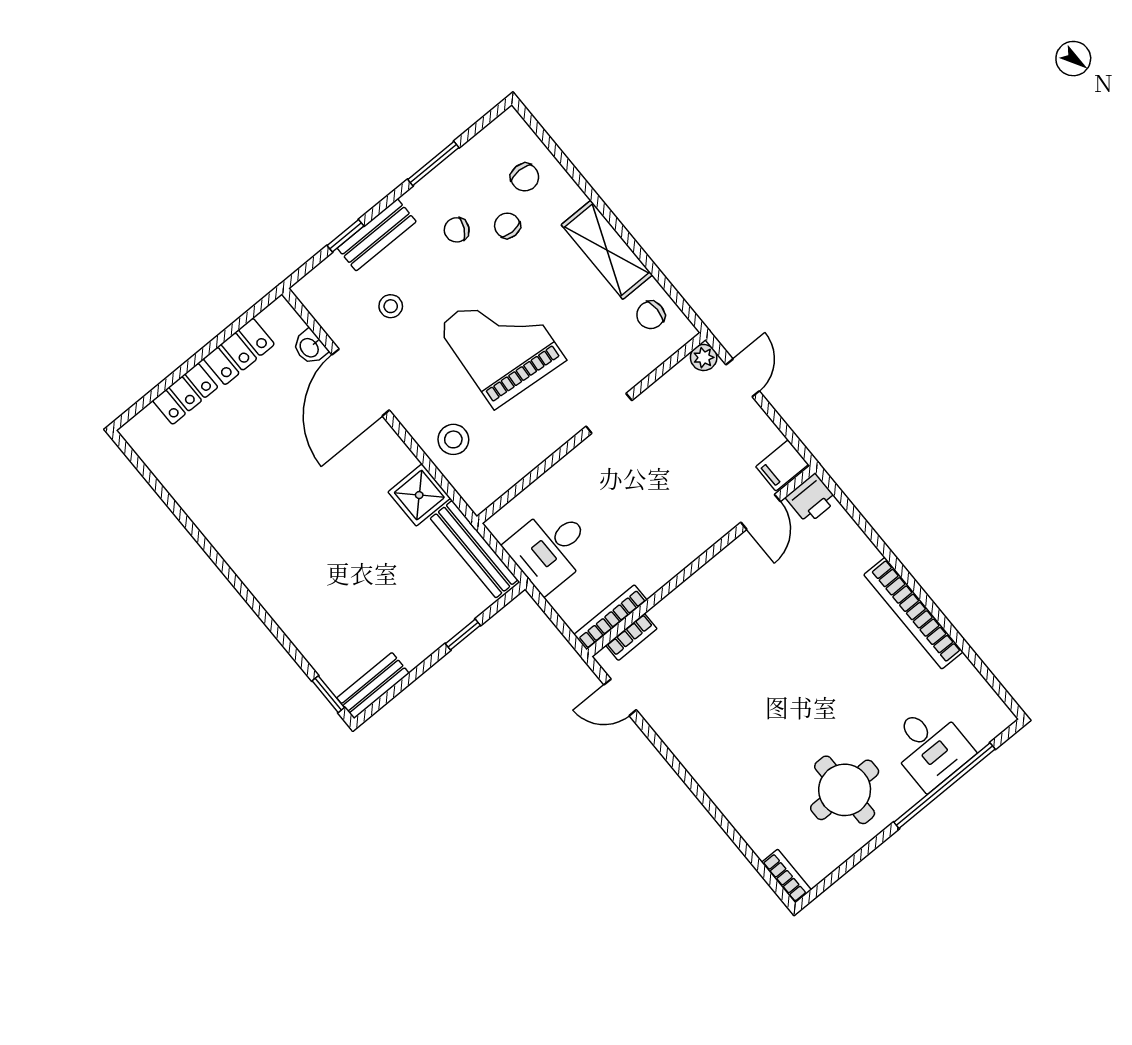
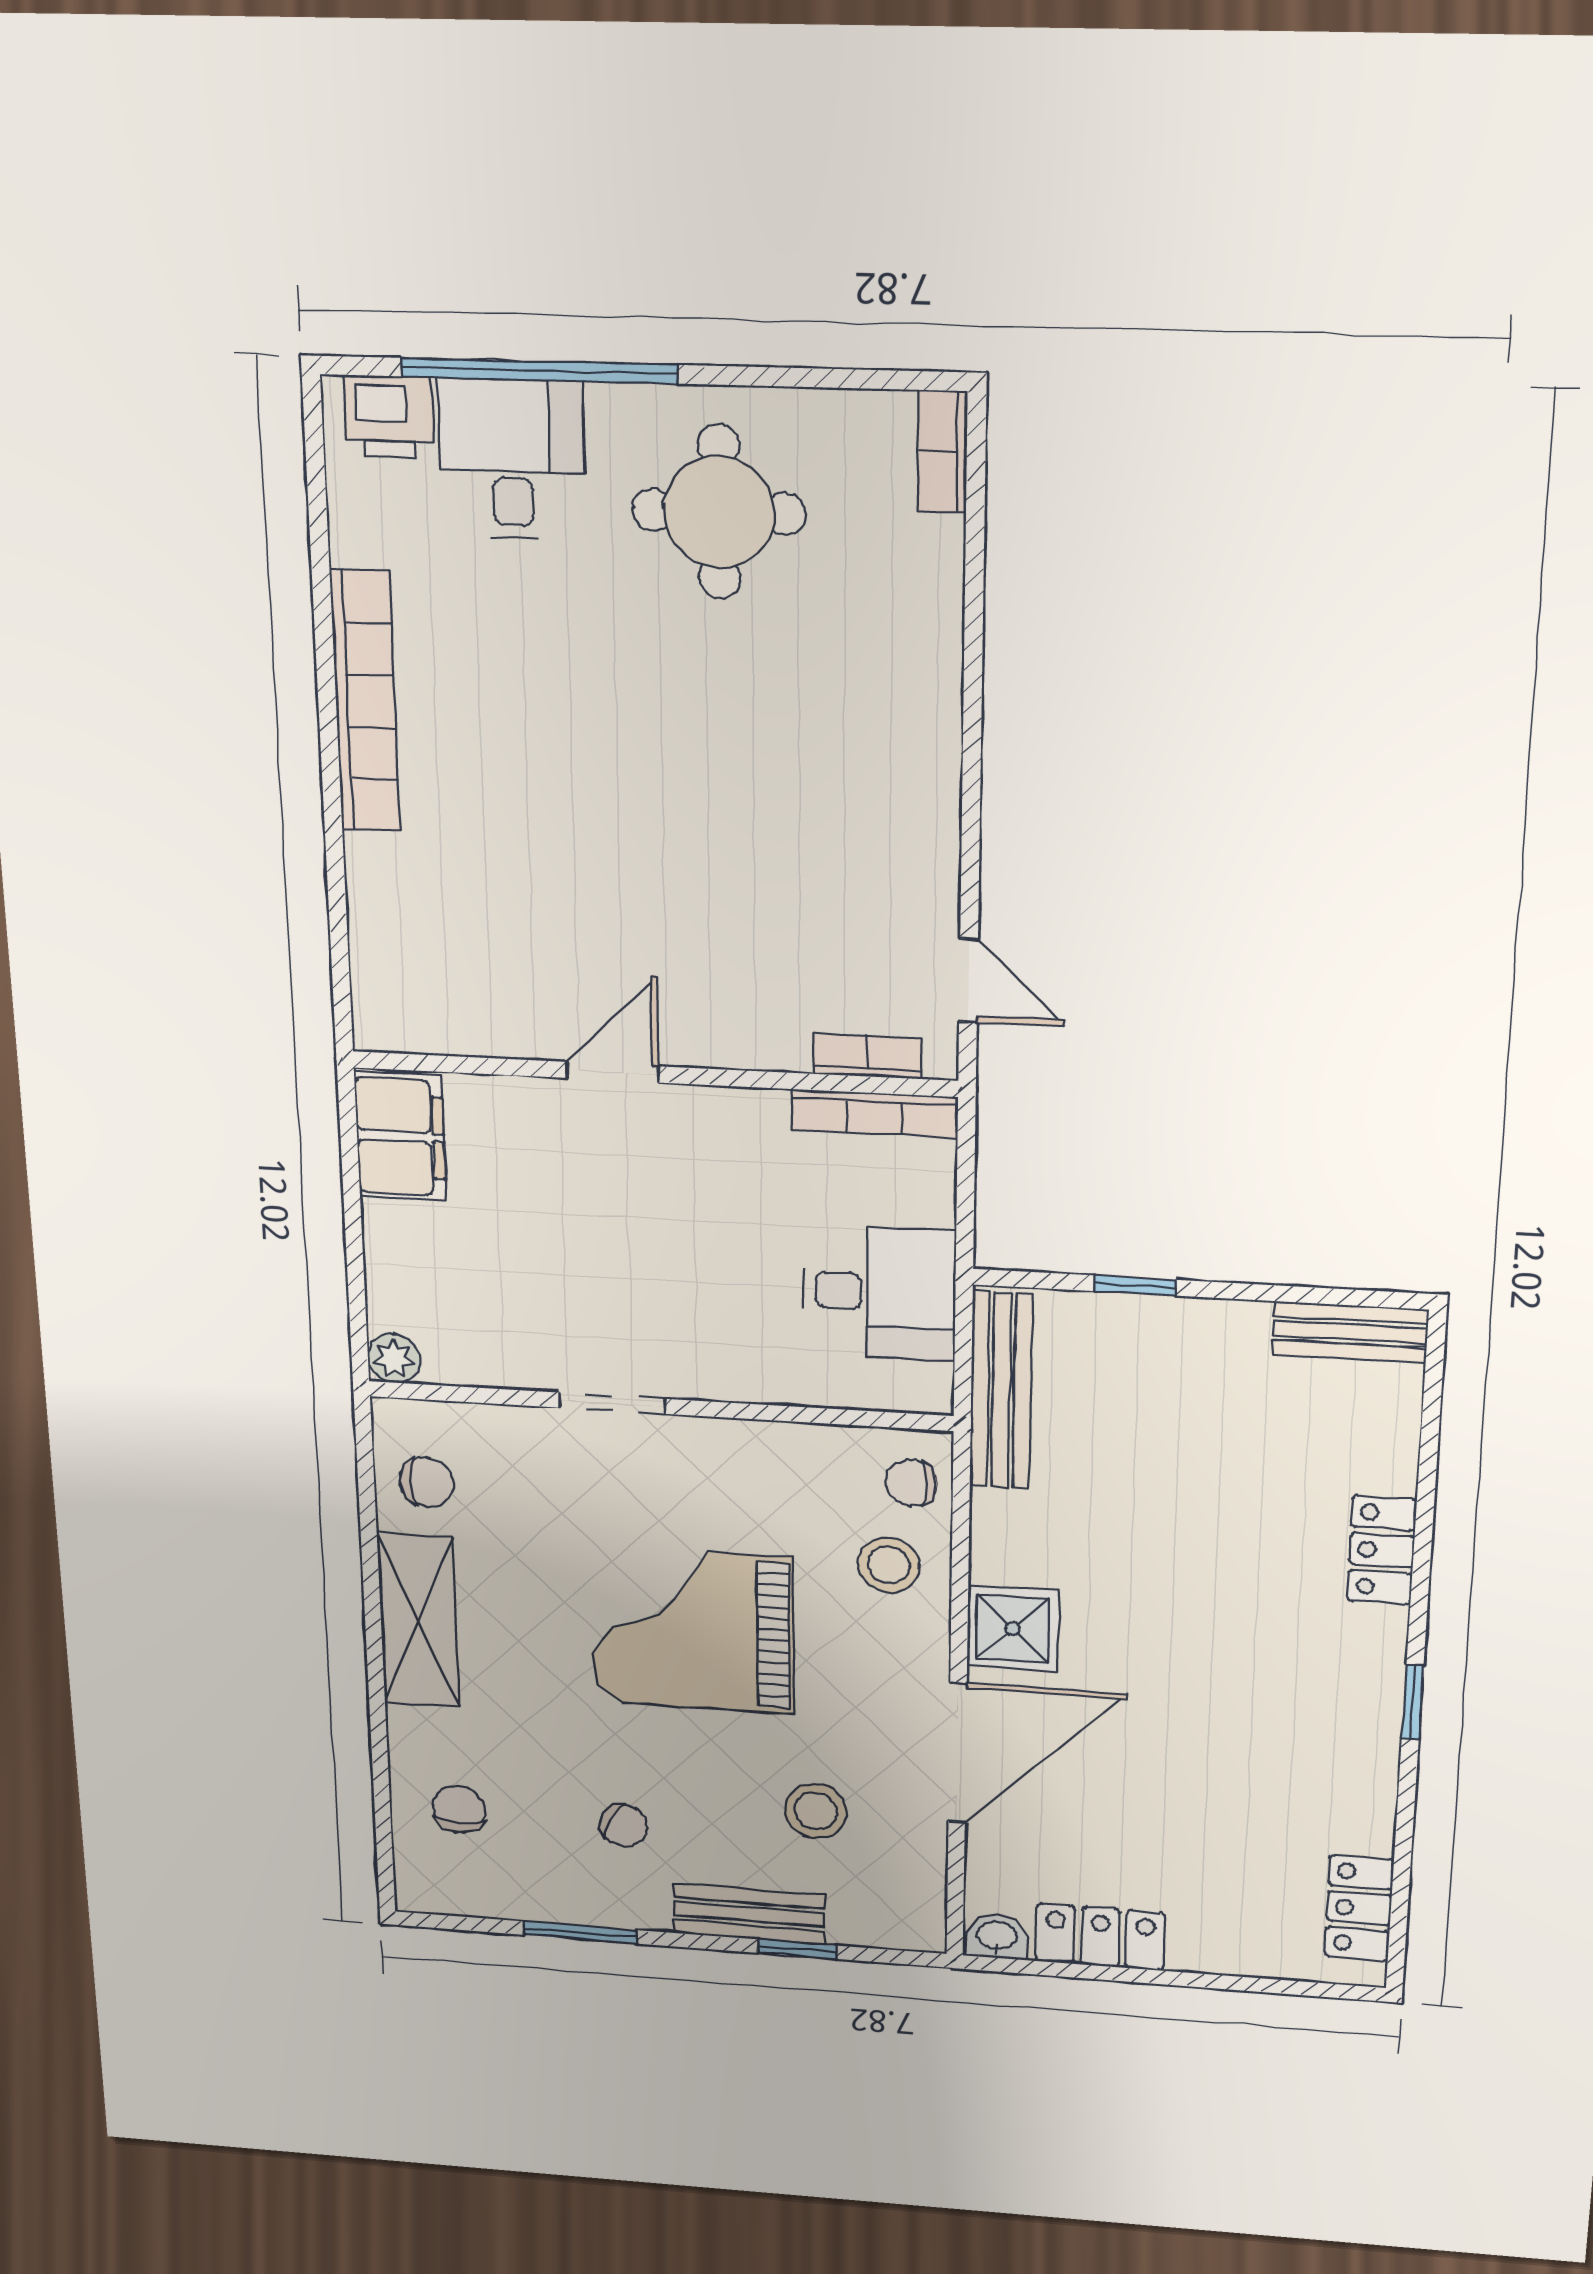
chair: (507, 226) -> (911, 1483), moved, turned 90
stool: (391, 306) -> (816, 1811), width x1.37, depth x1.37
grand piano: (502, 343) -> (692, 1630), turned 85
washbasin: (310, 347) -> (997, 1937), moved, turned -90
door: (743, 378) -> (356, 1281), removed
locker: (185, 394) -> (1359, 1908), moved, turned -90
filing cabinet: (782, 465) -> (400, 1137), width x2.00
shower: (419, 495) -> (1013, 1628), moved
printer: (811, 499) -> (389, 417), moved, turned 180
door: (761, 512) -> (612, 1072), moved
locker: (285, 611) -> (1382, 1550), added
window: (328, 694) -> (1413, 1702), moved

